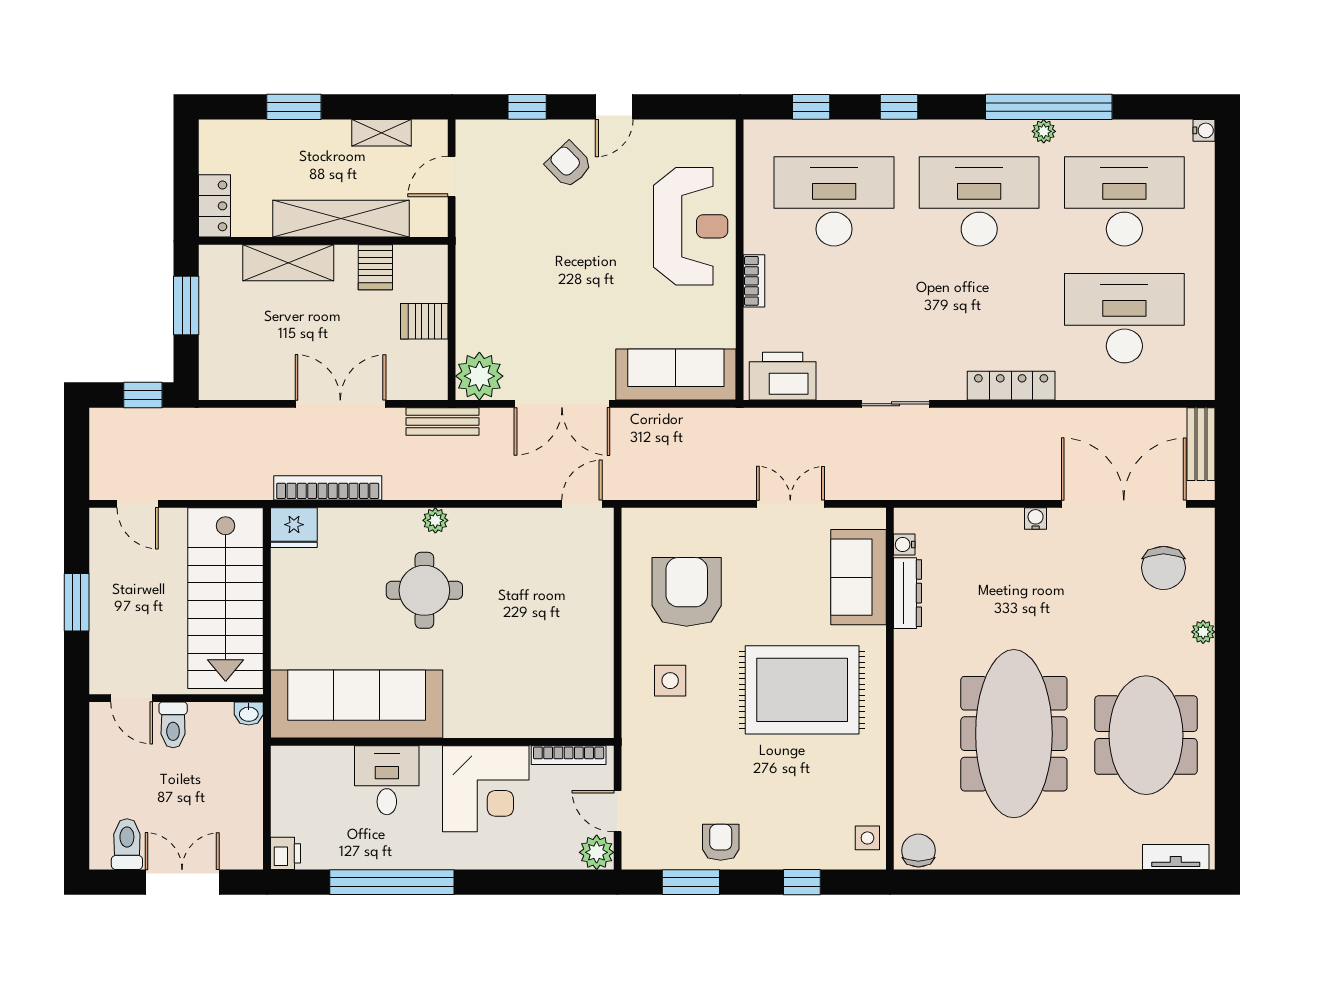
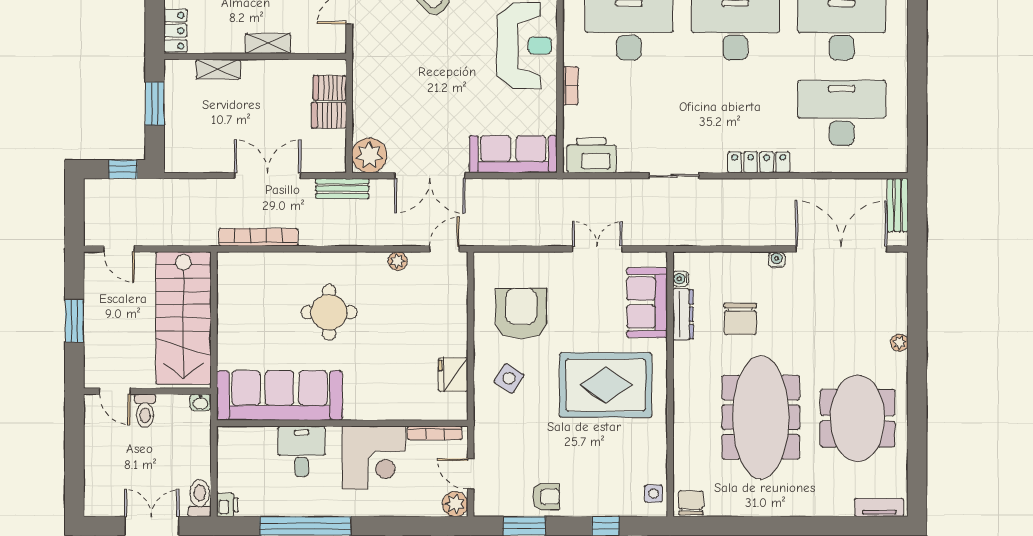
shelving: (341, 219) -> (268, 43), width x0.45, depth x0.75
shelving: (288, 263) -> (218, 69), width x0.67, depth x0.75
server rack: (375, 267) -> (330, 88), moved, turned 90
plant: (435, 520) -> (398, 261), moved
fridge: (294, 528) -> (453, 374), moved, turned 90
chair: (1164, 568) -> (740, 319), moved
side table: (670, 681) -> (509, 378), turned 33
armchair: (721, 842) -> (546, 497), turned 90
toilet: (127, 844) -> (200, 498), moved

